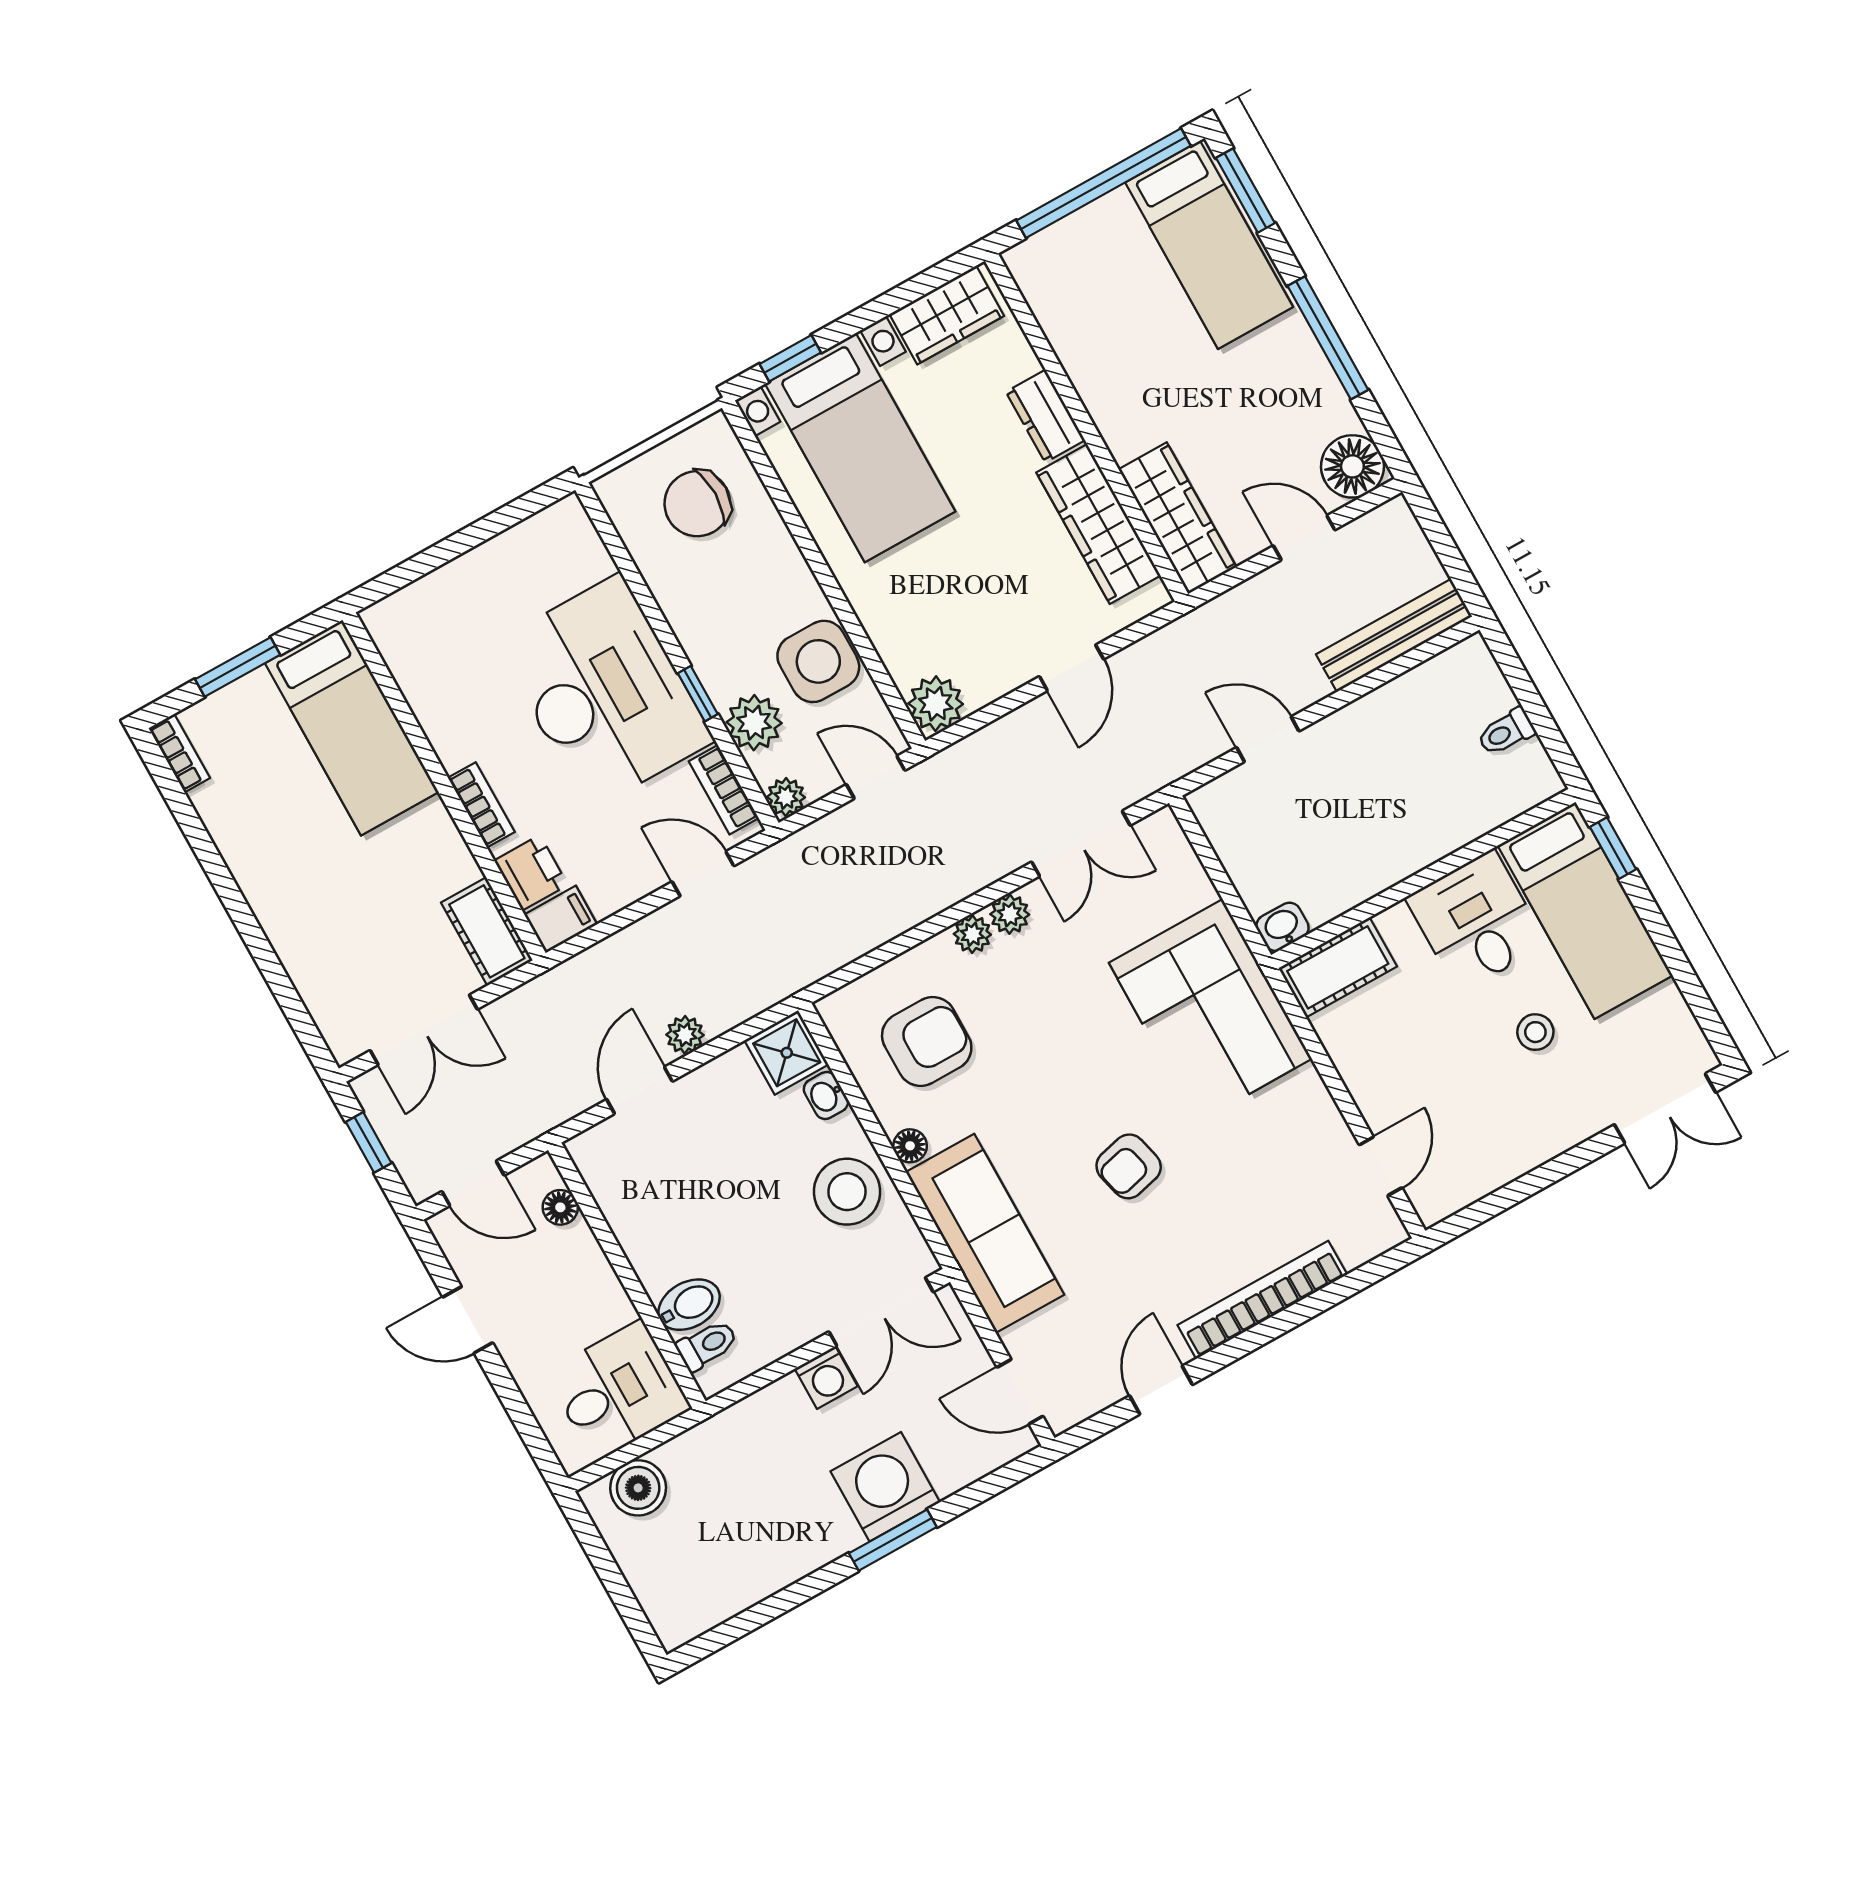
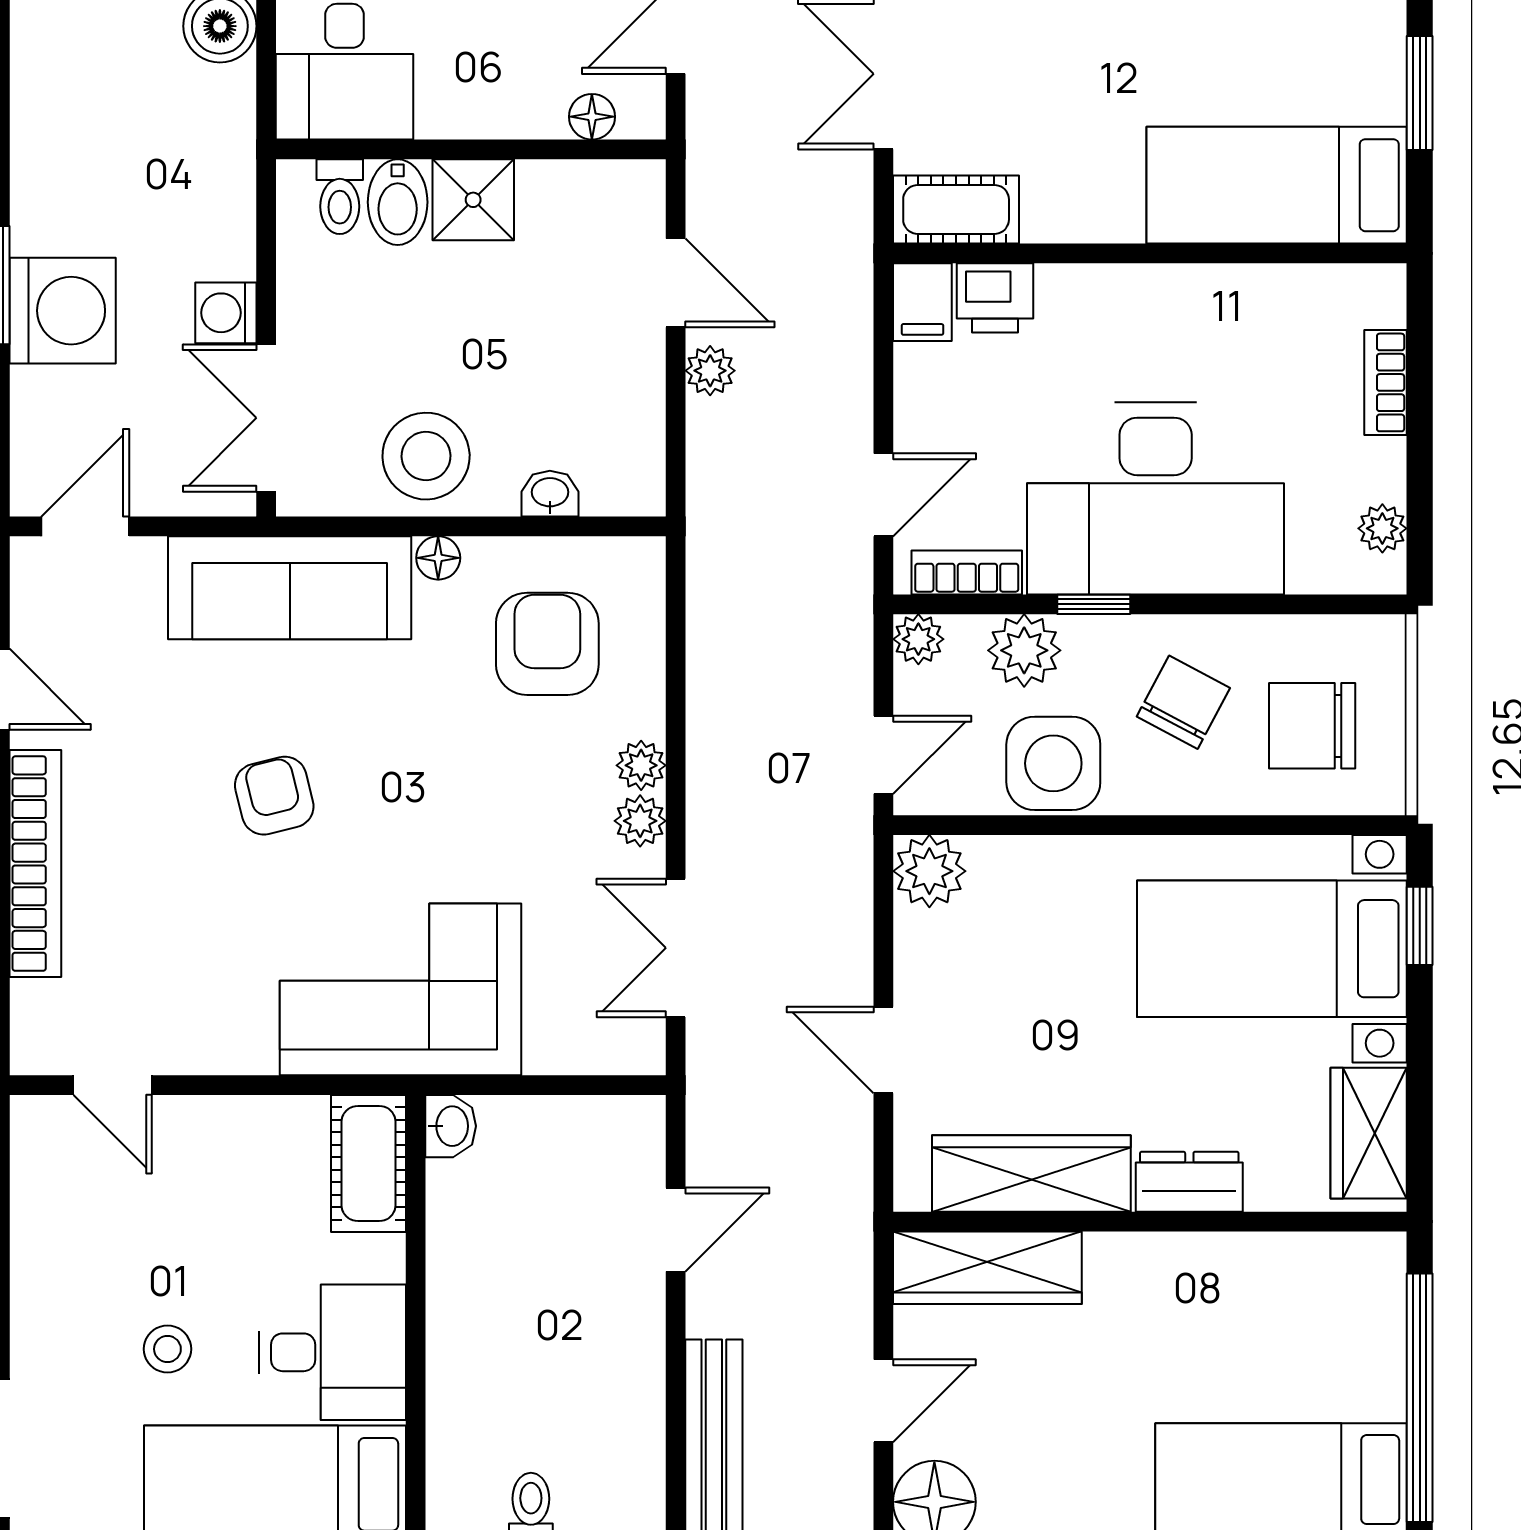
chair: (697, 504) -> (1312, 726), turned -90
plant: (540, 530) -> (1382, 528), added
chair: (730, 598) -> (1183, 702), added
bookcase: (481, 805) -> (1385, 382), moved, turned 90
armchair: (927, 1042) -> (547, 644), turned 180
shower: (787, 1053) -> (473, 200), moved

